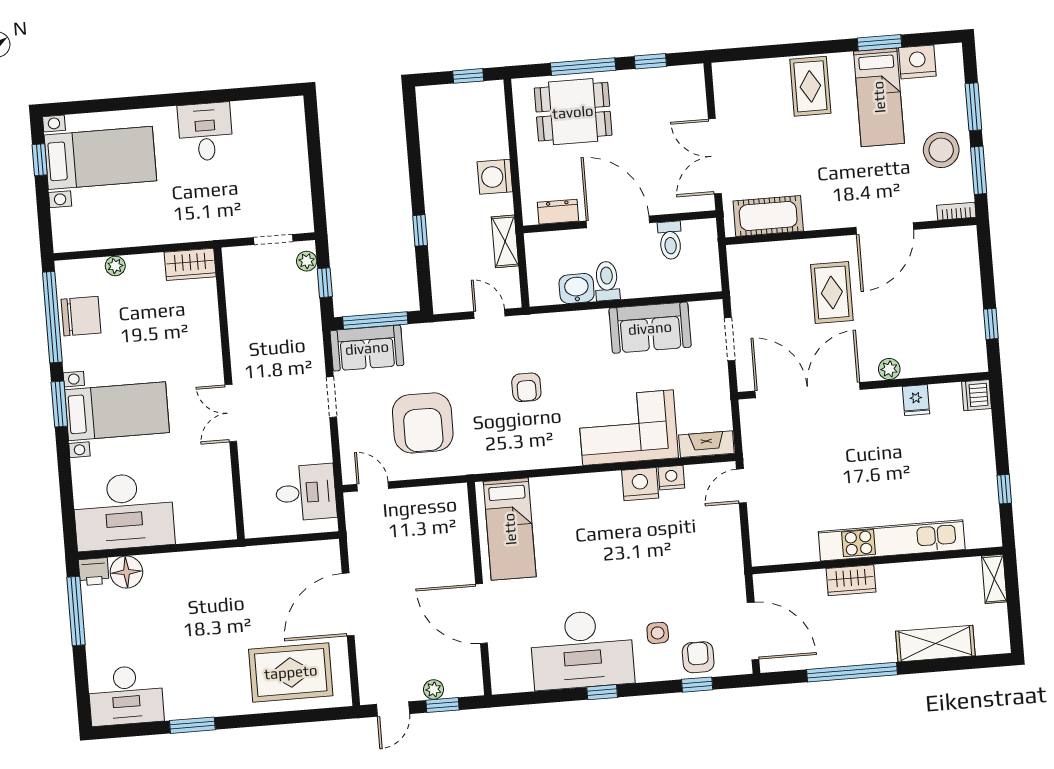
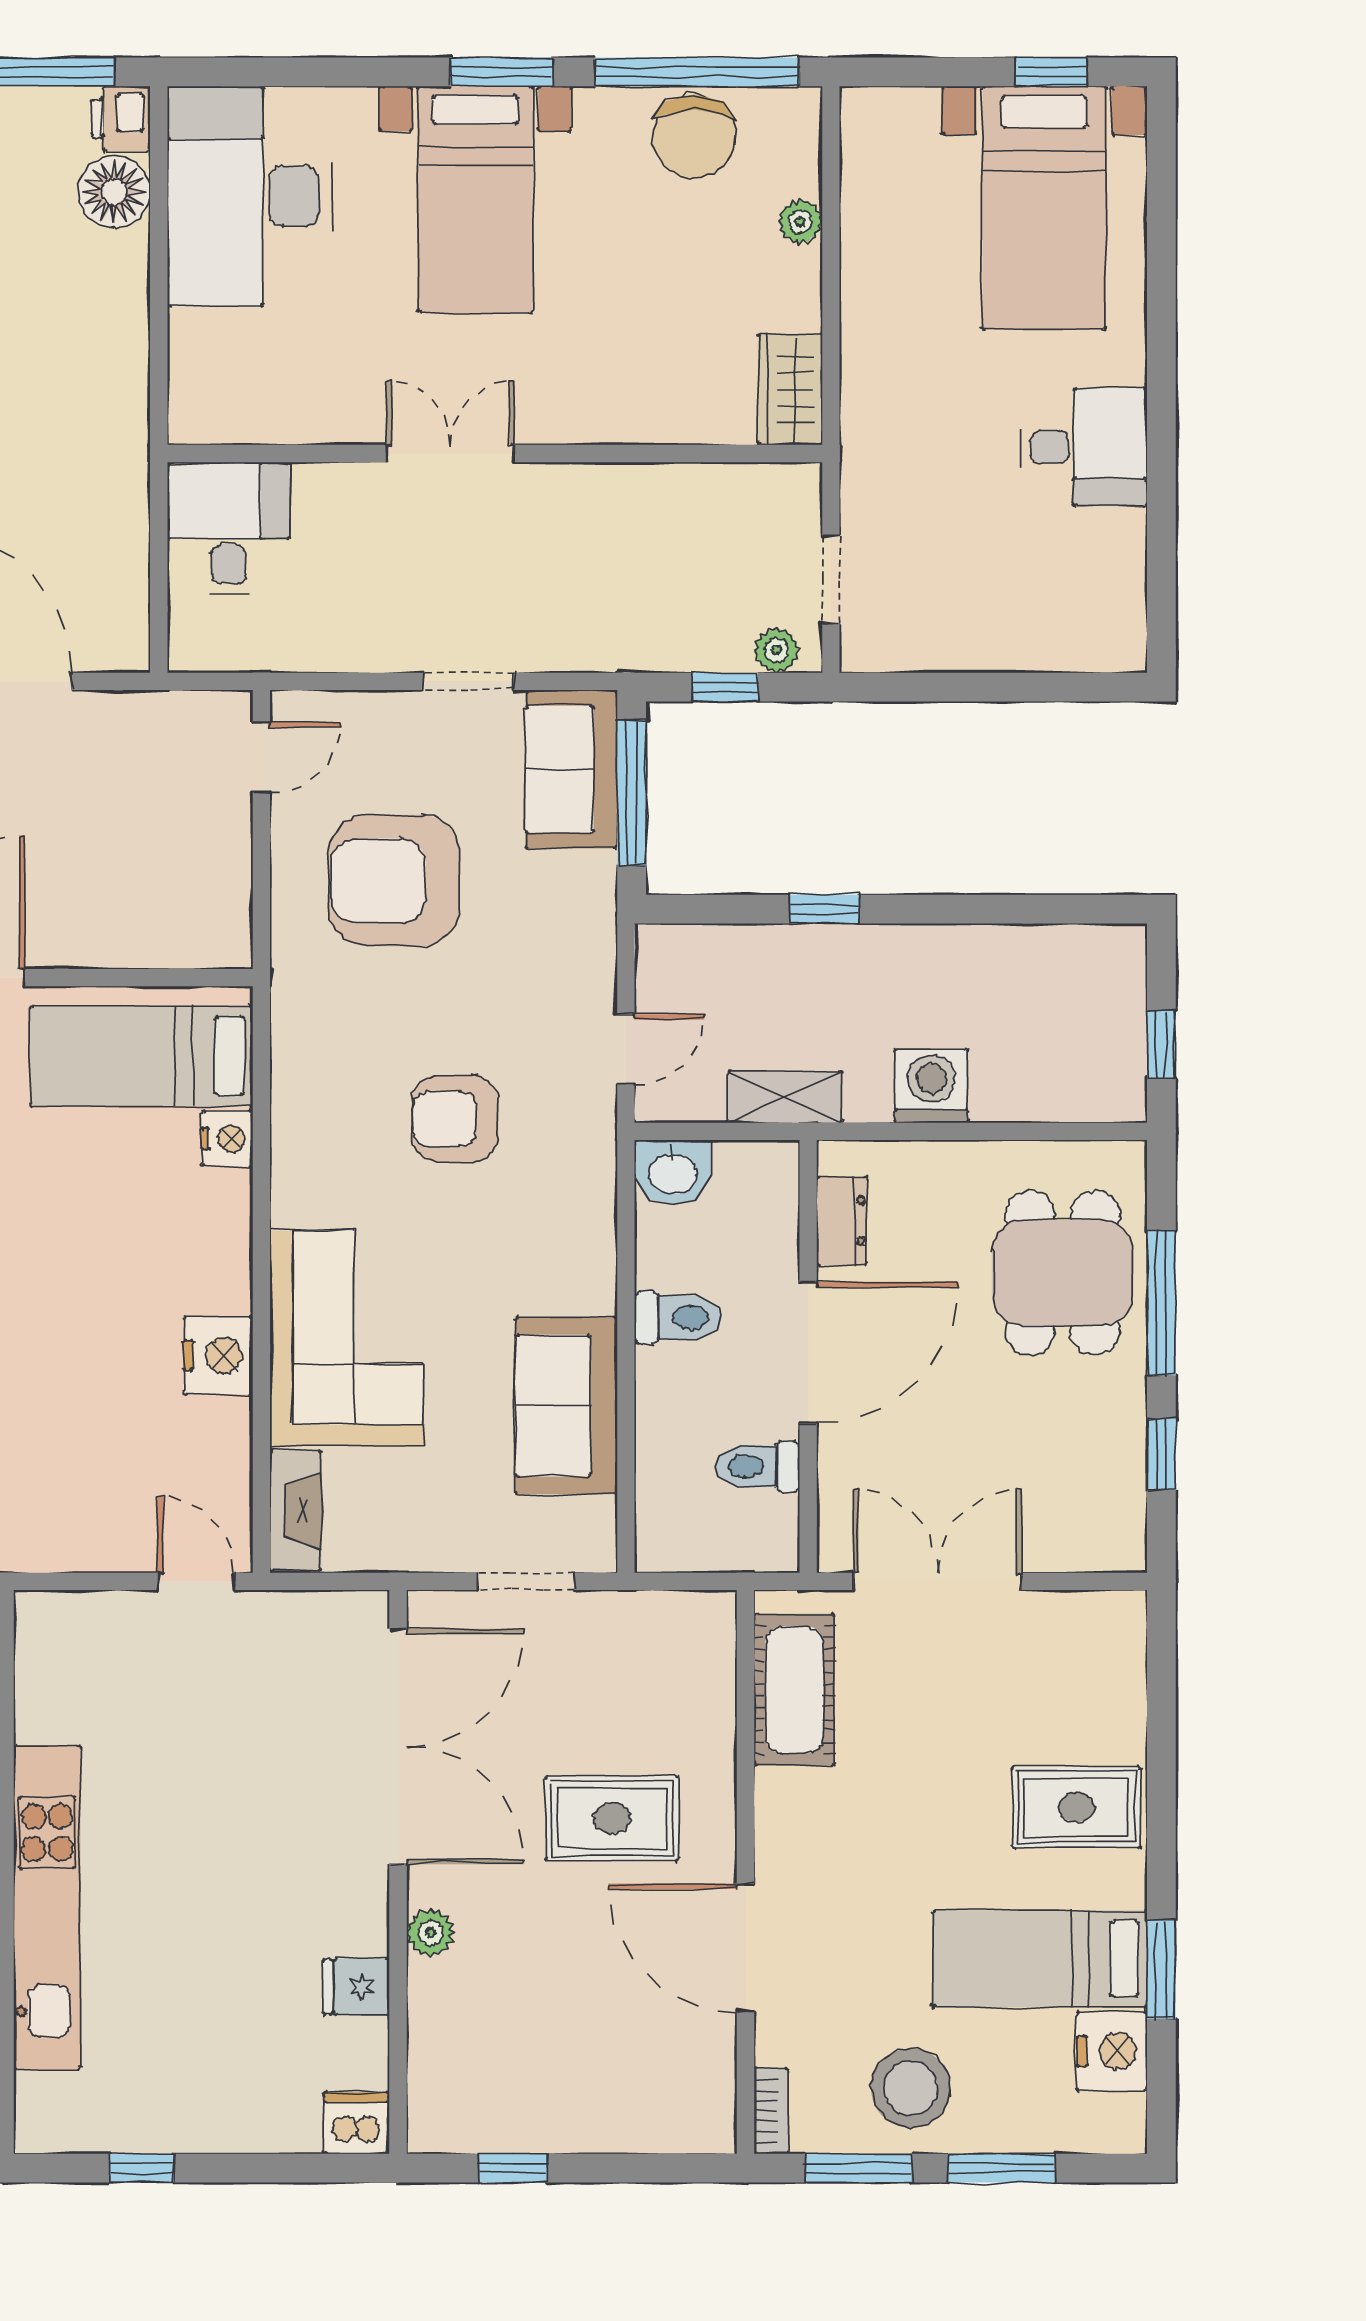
washbasin: (577, 289) -> (673, 1172), moved, turned 90
armchair: (526, 387) -> (455, 1119), width x1.38, depth x1.38
nightstand: (671, 478) -> (227, 1139), moved
desk: (306, 493) -> (229, 528), moved, turned 180

